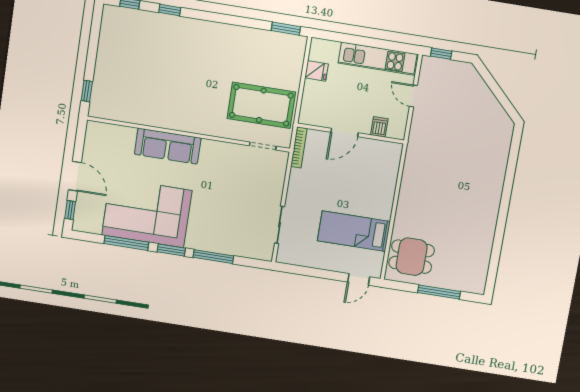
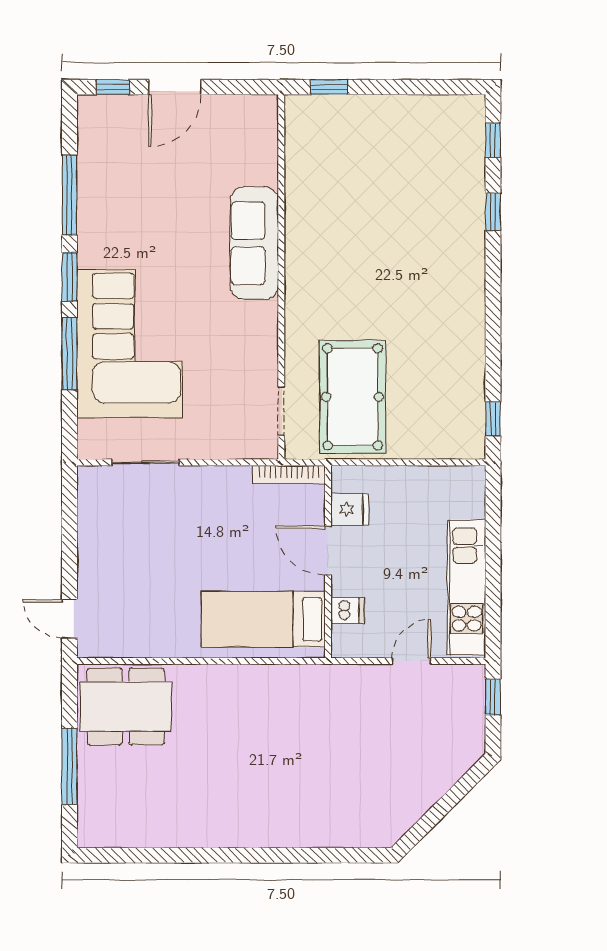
window: (286, 29) -> (493, 419), width x0.67
fridge: (316, 71) -> (350, 509), moved, turned -90
corner sofa: (147, 213) -> (130, 344), moved
bed: (354, 231) -> (263, 619), moved, turned -90
dining table: (412, 257) -> (126, 706), width x1.38

